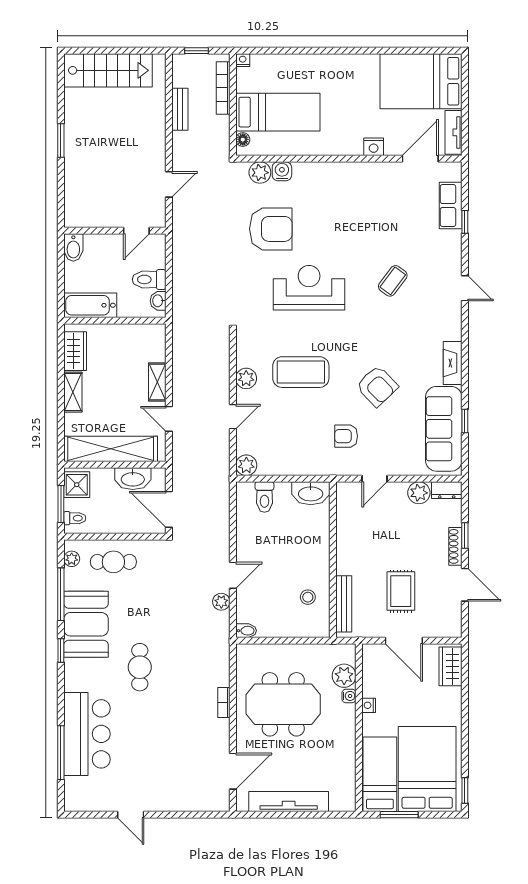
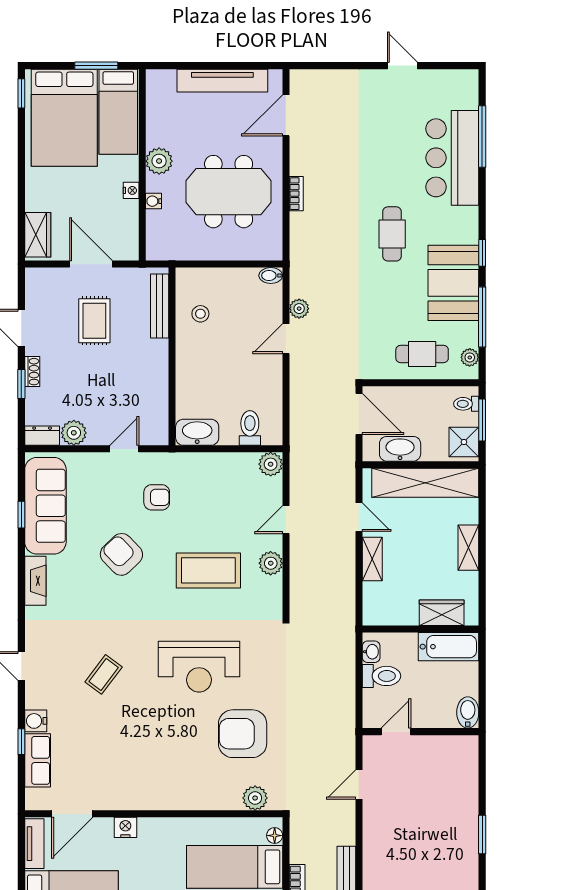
water cooler: (282, 171) -> (36, 721), moved, turned 90
wardrobe: (75, 351) -> (442, 613), moved, turned 90
shoe rack: (455, 546) -> (32, 372), width x0.70
plant: (344, 676) -> (159, 161), moved

